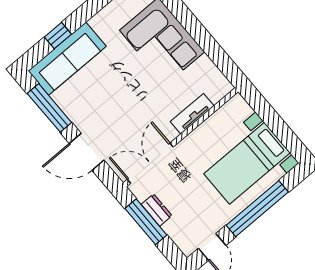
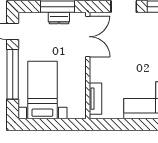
tv unit: (192, 114) -> (96, 99), moved

